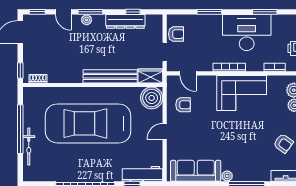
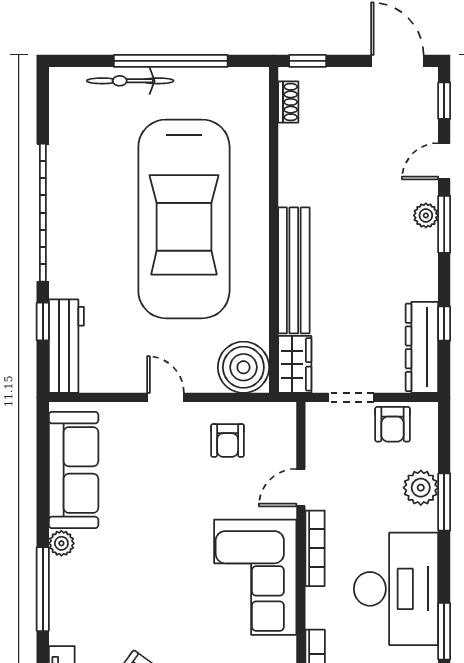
dresser: (125, 21) -> (422, 347), moved
plant: (203, 22) -> (421, 488), added
door: (188, 73) -> (301, 488), moved
car: (88, 123) -> (184, 219), turned 180

